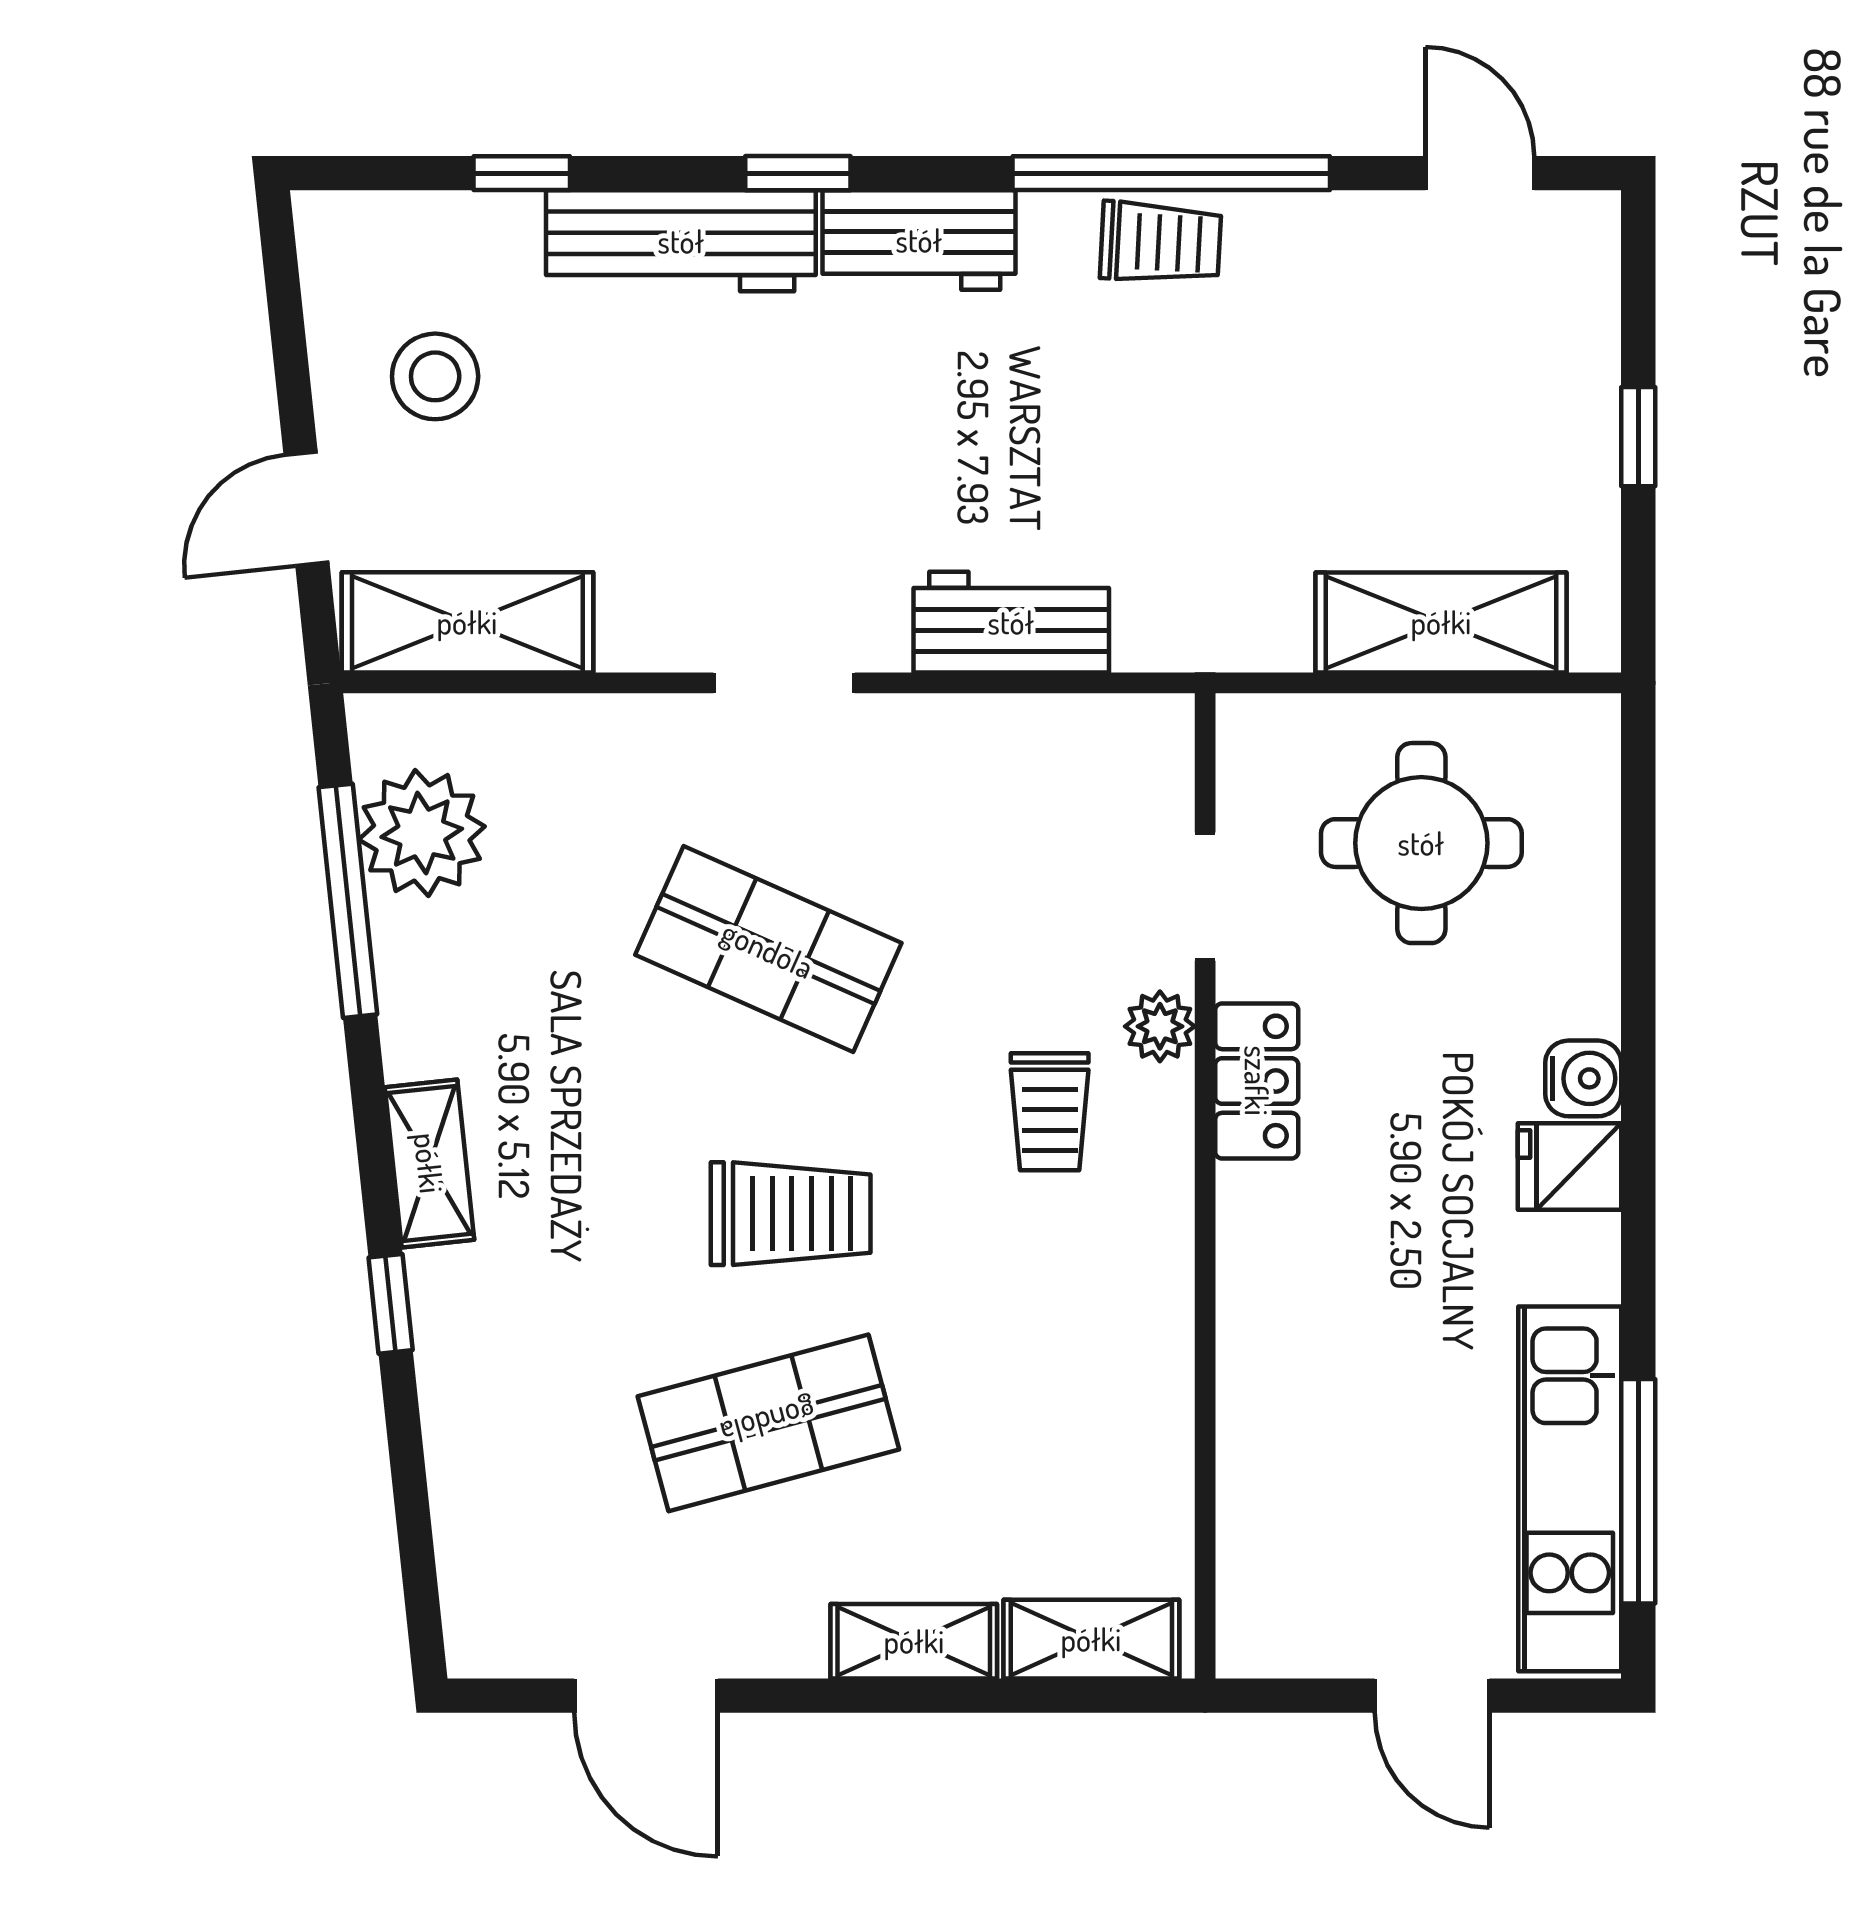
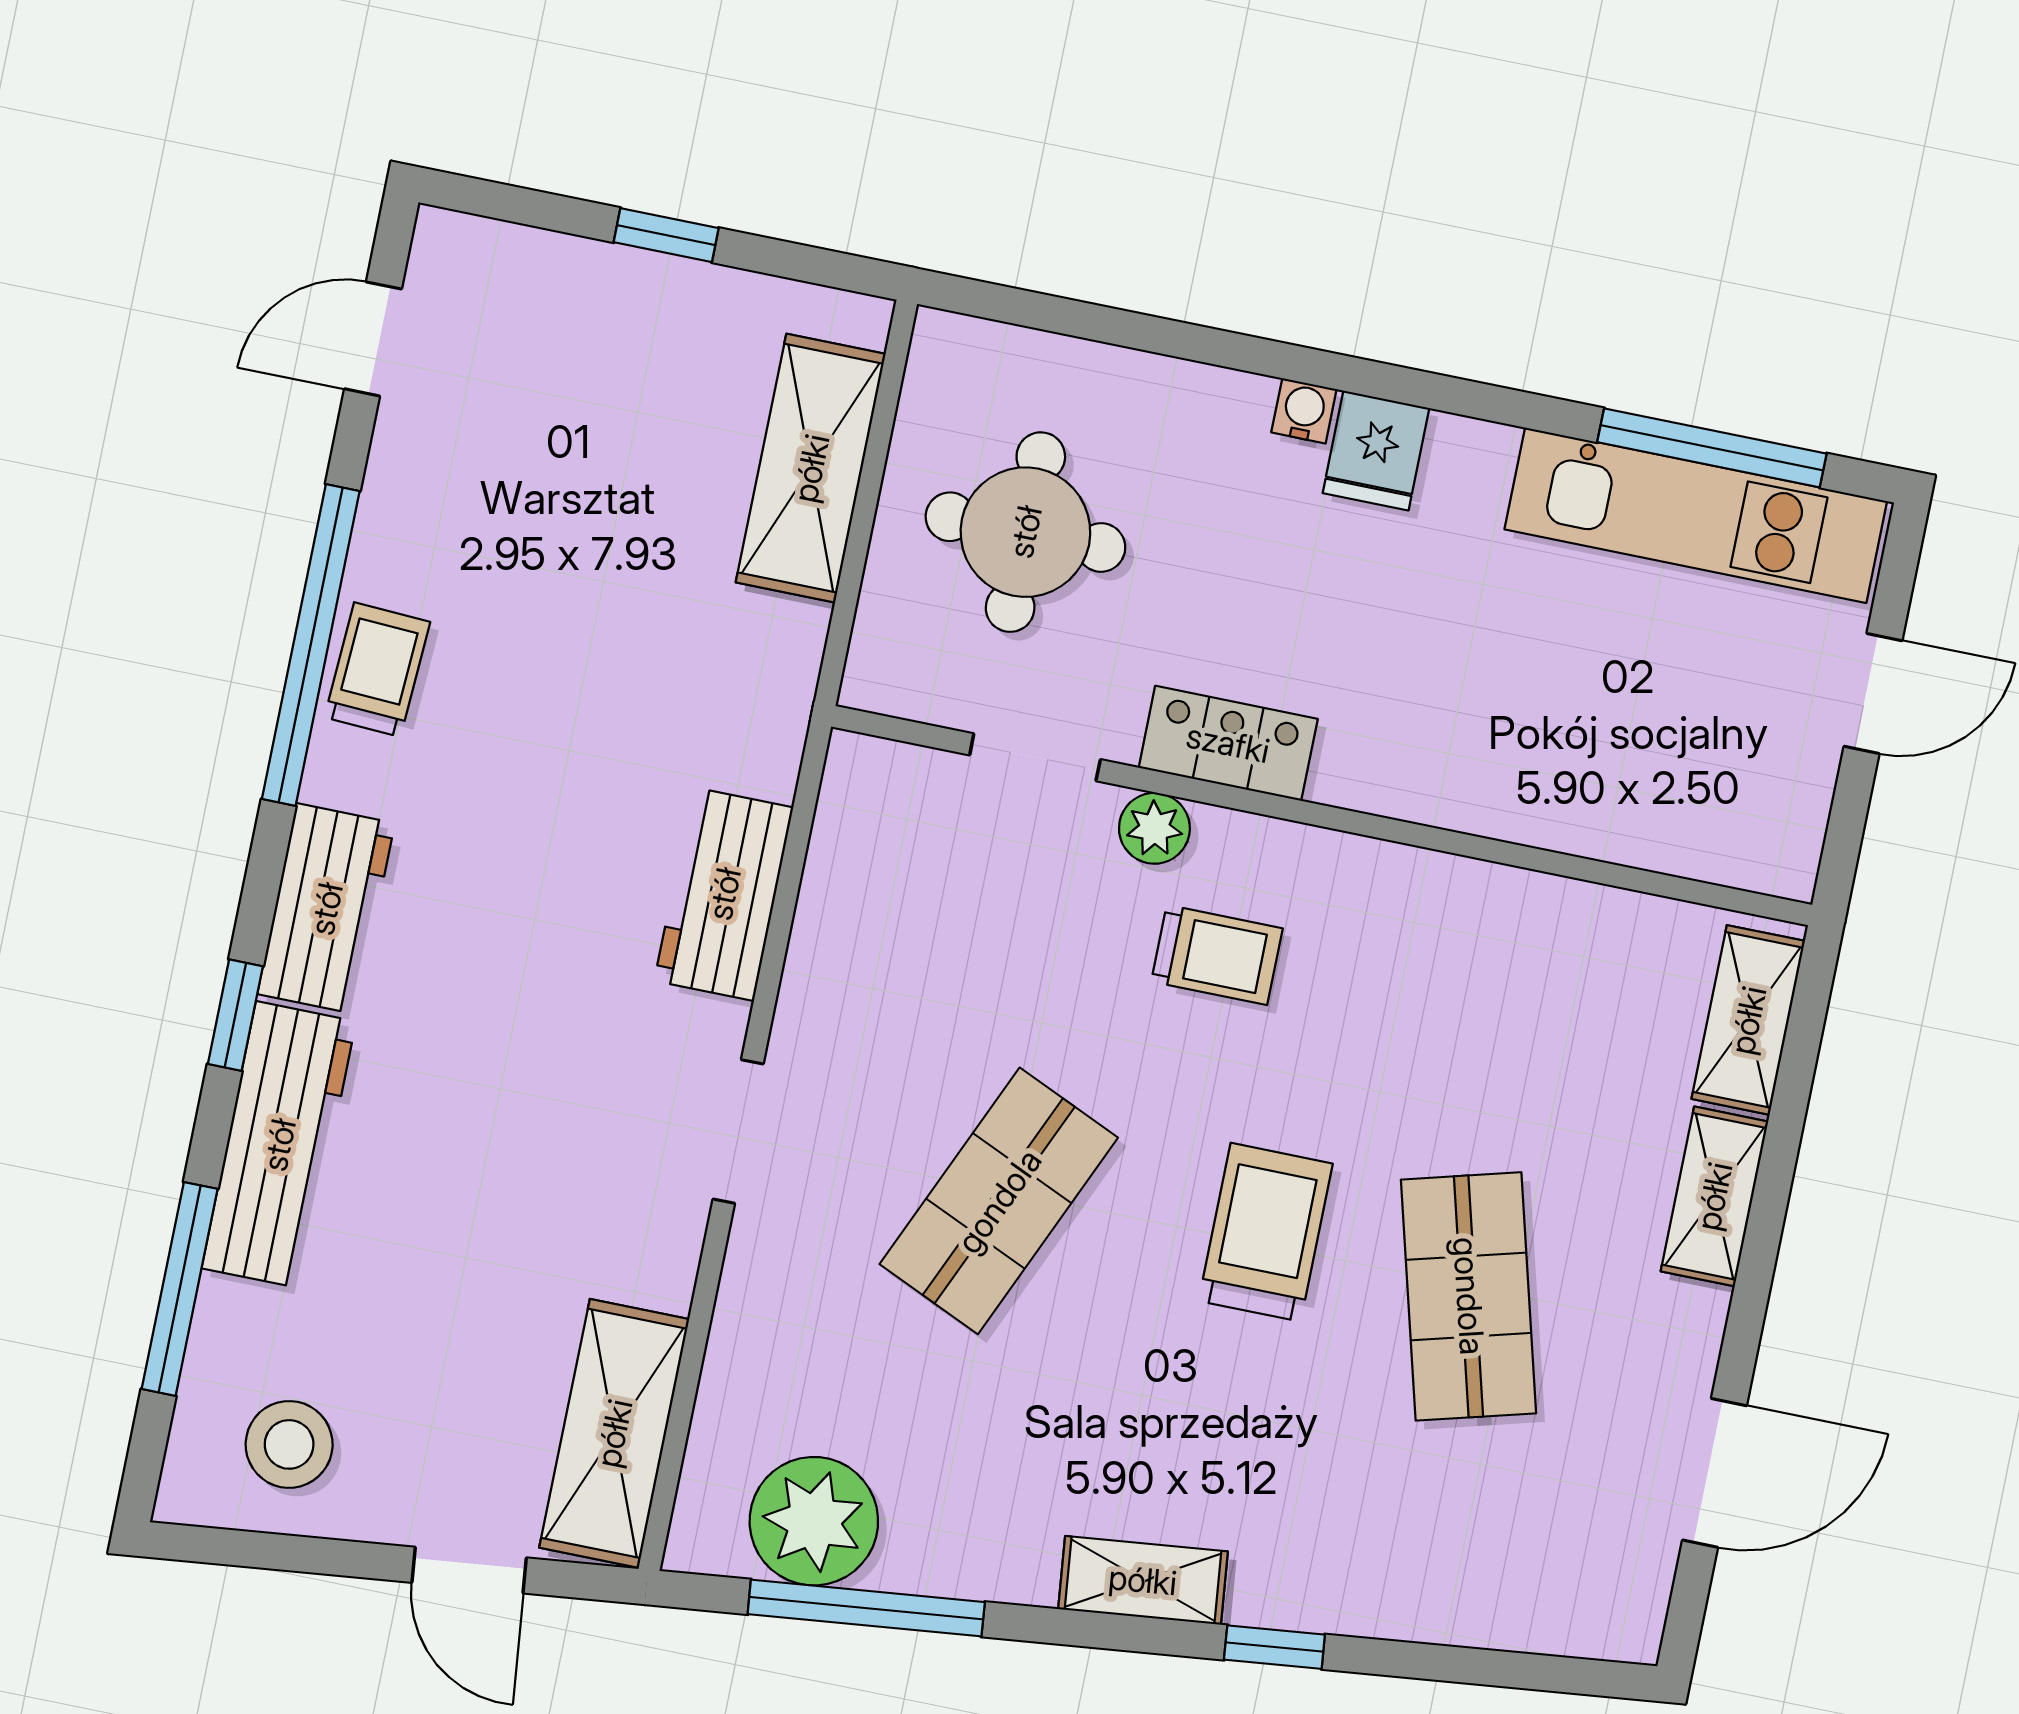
window: (522, 173) -> (180, 1289), width x2.17
stool: (435, 376) -> (289, 1444), moved
water cooler: (1583, 1078) -> (1304, 411), width x0.72, depth x0.72

